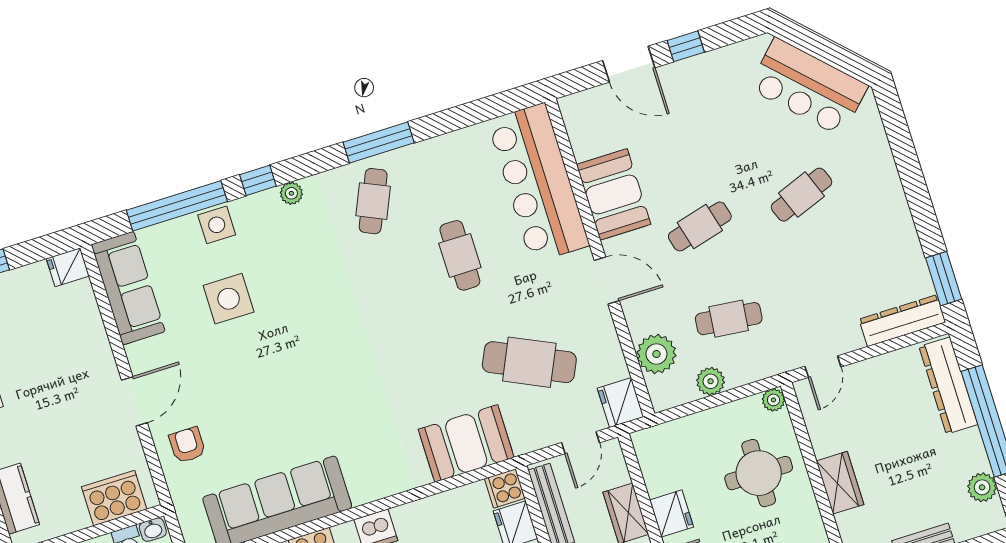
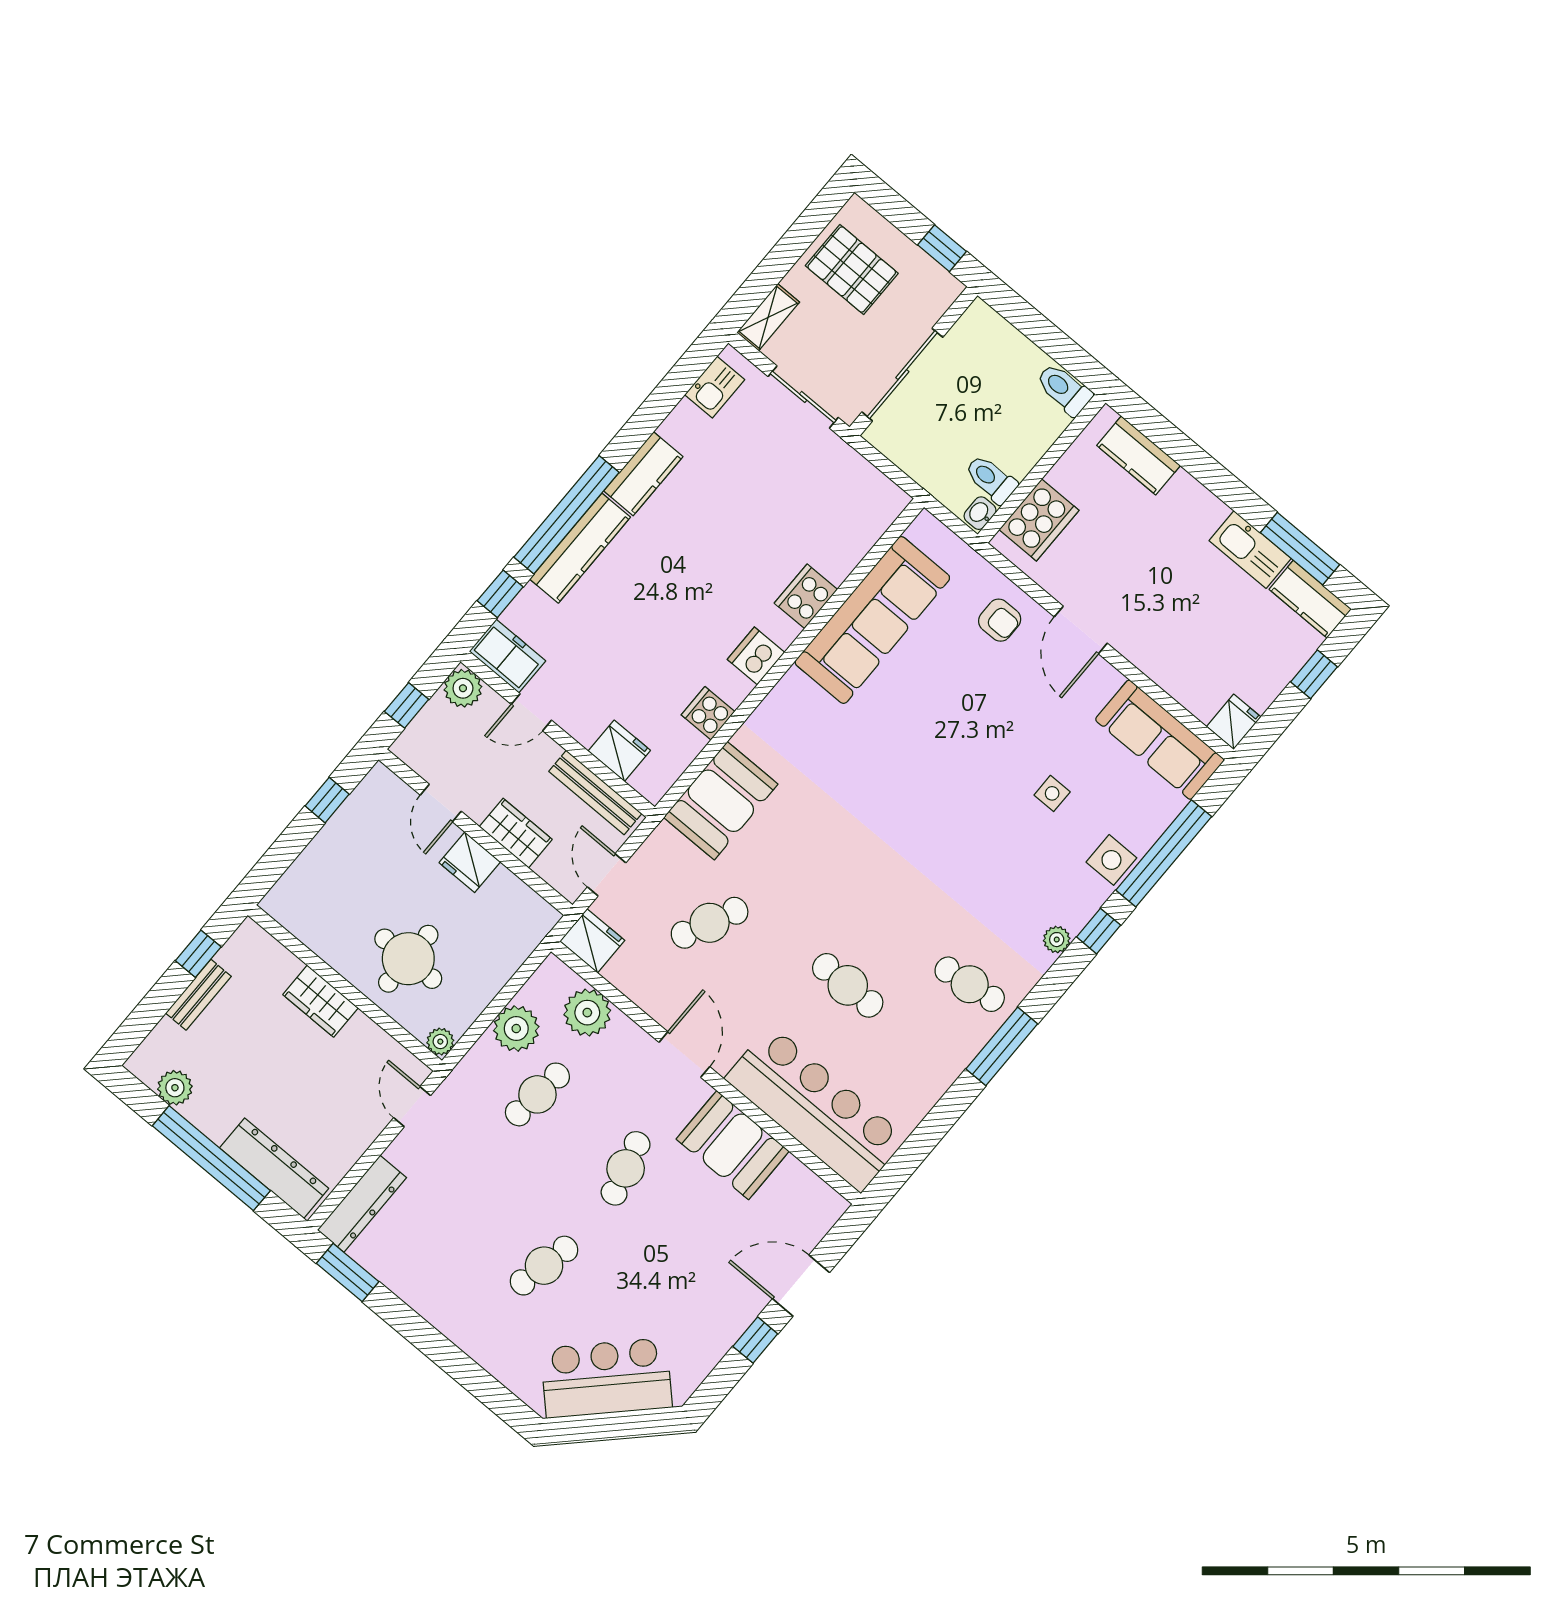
cafe table: (802, 195) -> (544, 1266), turned 33
cafe table: (373, 201) -> (970, 984), turned -31
door: (607, 280) -> (684, 1054), swing flipped
side table: (229, 299) -> (1052, 793), width x0.54, depth x0.54
cafe table: (529, 362) -> (710, 923), width x0.73, depth x0.74
plant: (711, 381) -> (516, 1029), width x1.36, depth x1.36
cooker: (505, 488) -> (708, 713), moved, turned -90

